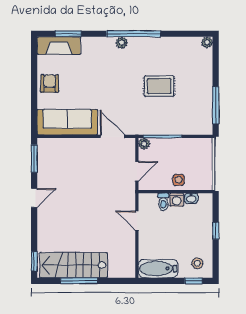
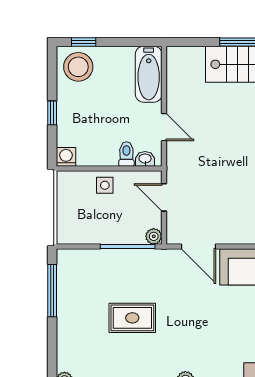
door: (137, 171) -> (164, 197), hinge flipped
washbasin: (191, 198) -> (145, 159), moved
washing machine: (177, 200) -> (66, 157), moved
stool: (197, 263) -> (78, 67), width x1.89, depth x1.89
bathtub: (158, 269) -> (149, 74), moved, turned 90

